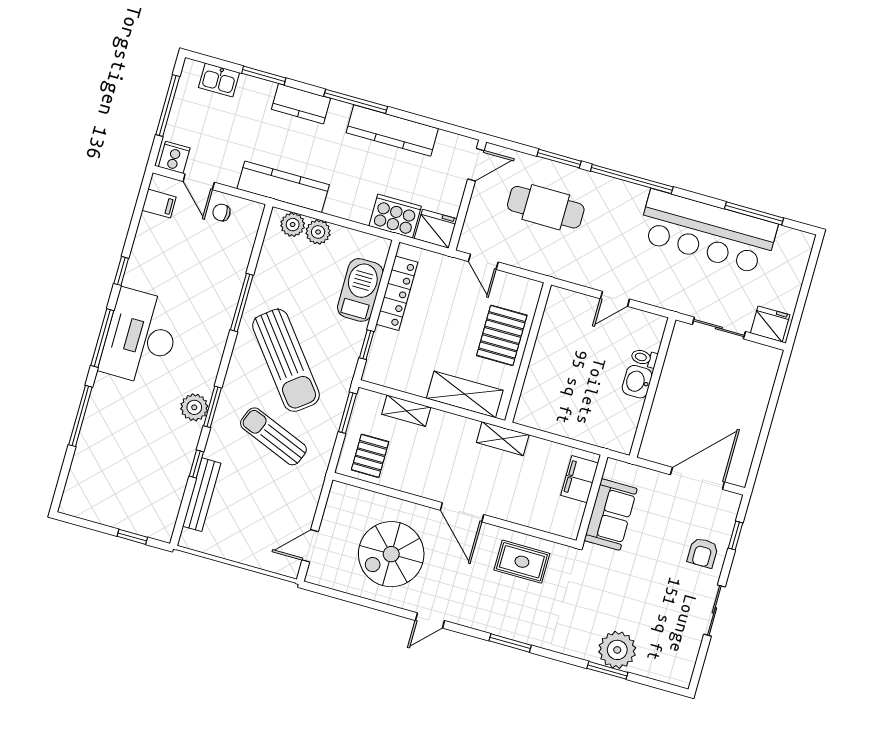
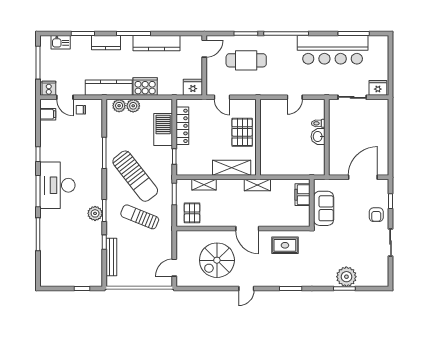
cooker: (395, 216) -> (145, 87), moved

